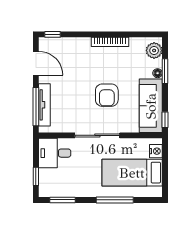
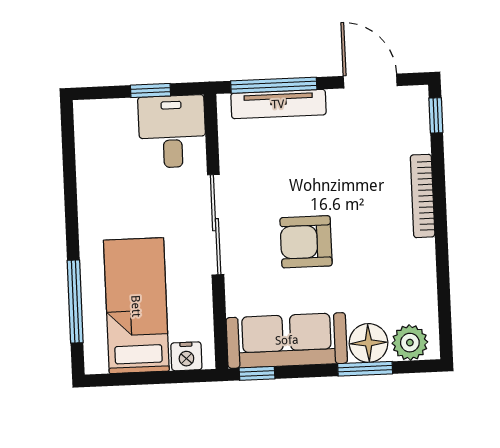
bookcase: (110, 42) -> (423, 196), moved
door: (36, 63) -> (370, 81), swing flipped
floor lamp: (158, 73) -> (369, 343), width x1.89, depth x1.89
window: (36, 176) -> (151, 91), moved
window: (62, 200) -> (69, 153), removed
window: (115, 200) -> (75, 301), moved

